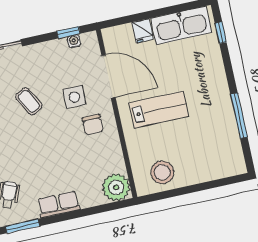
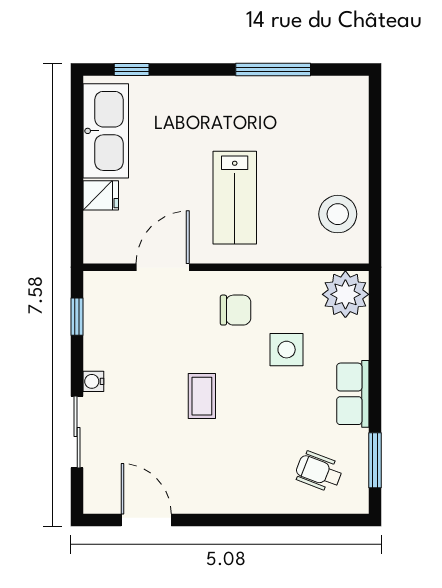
water cooler: (74, 41) -> (93, 381), moved
door: (108, 76) -> (163, 267), width x0.73
side table: (74, 97) -> (287, 350), moved
coffee table: (29, 101) -> (202, 396), moved, turned -61
lab bench: (159, 110) -> (235, 198), turned 180

